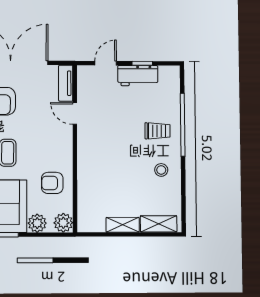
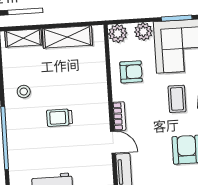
trolley: (158, 131) -> (59, 118), moved
bookcase: (67, 139) -> (119, 116), added
shelving: (123, 225) -> (67, 37), width x1.50, depth x1.33

